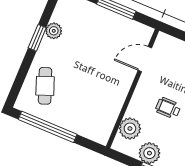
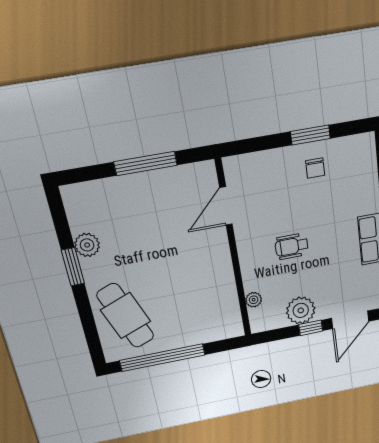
cafe table: (45, 86) -> (126, 316), width x1.37, depth x1.35
plant: (130, 129) -> (254, 300), width x0.53, depth x0.53

